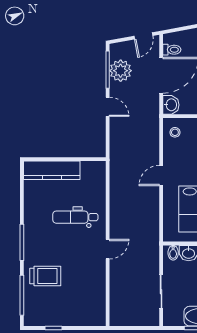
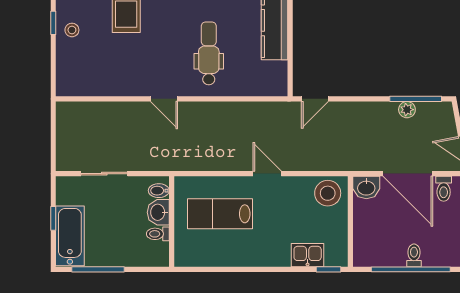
plant: (121, 71) -> (407, 110), width x0.53, depth x0.53
door: (108, 107) -> (315, 99), moved
stool: (175, 132) -> (328, 193), width x1.89, depth x1.89
stool: (59, 315) -> (72, 30), added

